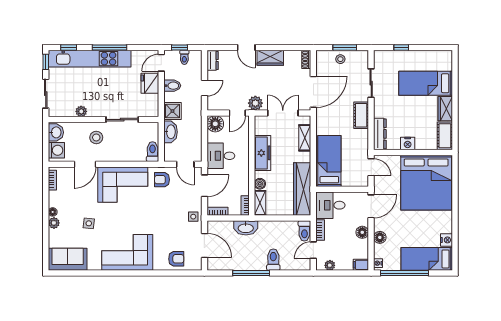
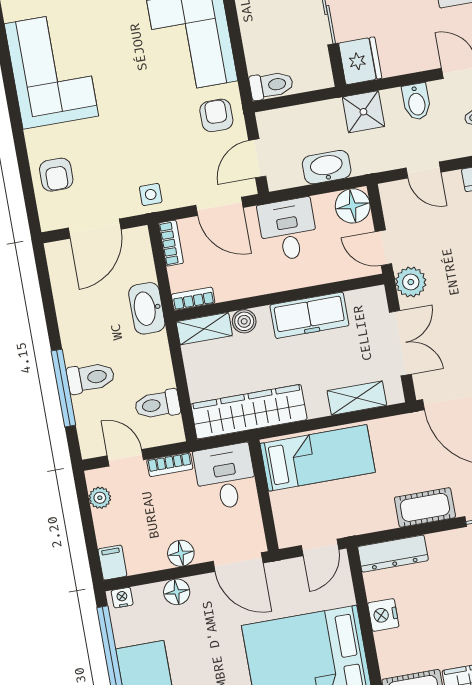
fridge: (150, 83) -> (360, 61), moved, turned 90
washbasin: (171, 132) -> (327, 167), moved, turned 180
toilet: (304, 231) -> (157, 405), moved
window: (251, 273) -> (63, 388), moved

